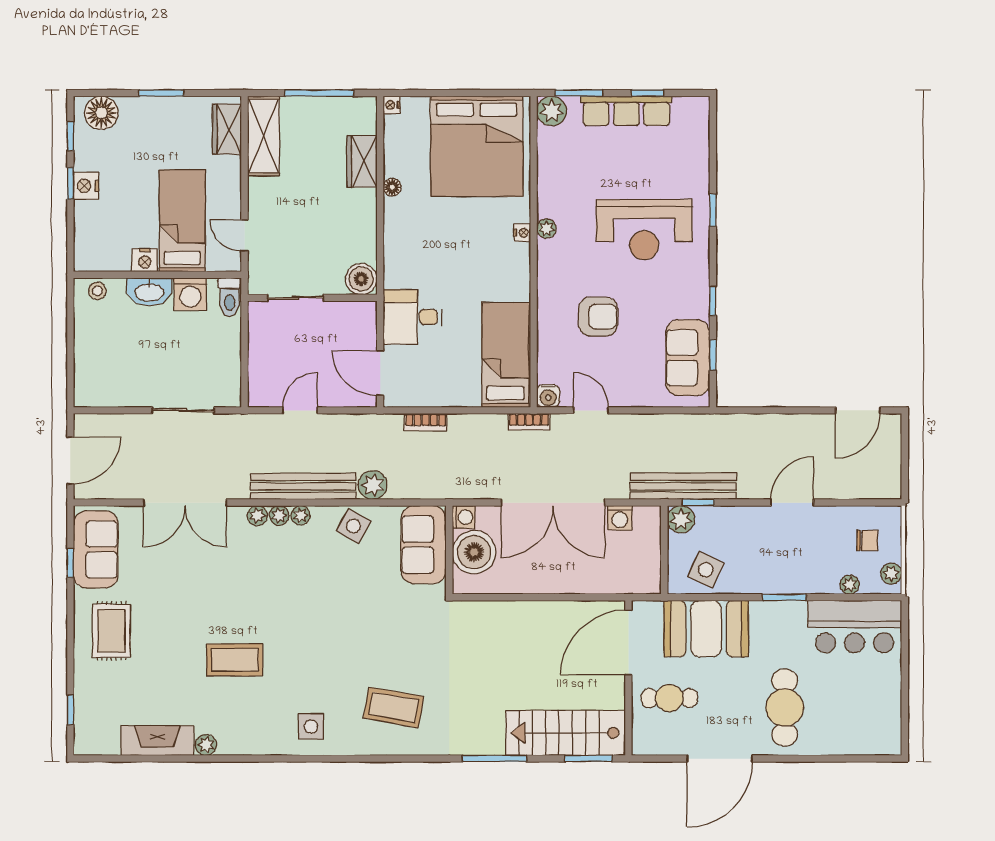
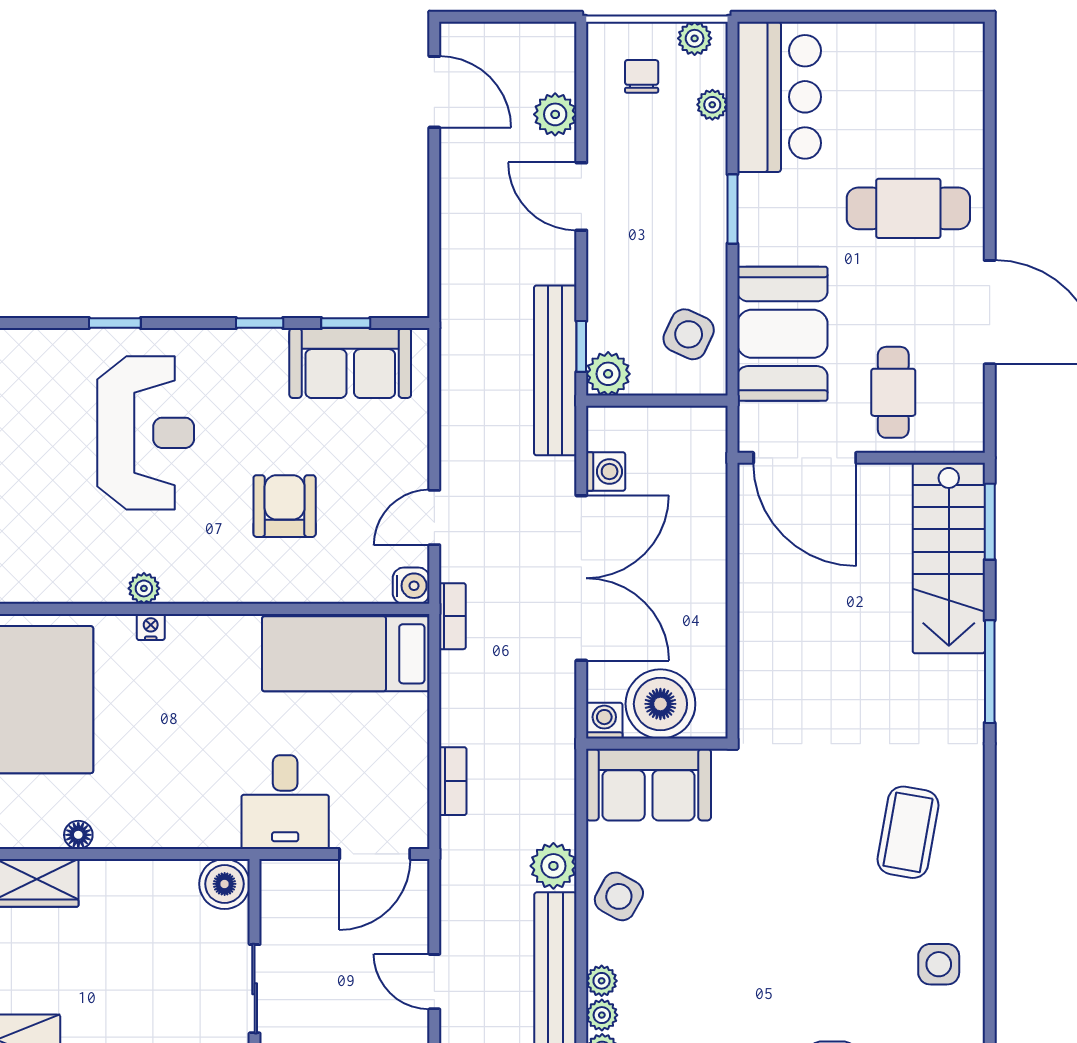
plant: (844, 486) -> (555, 114), added

